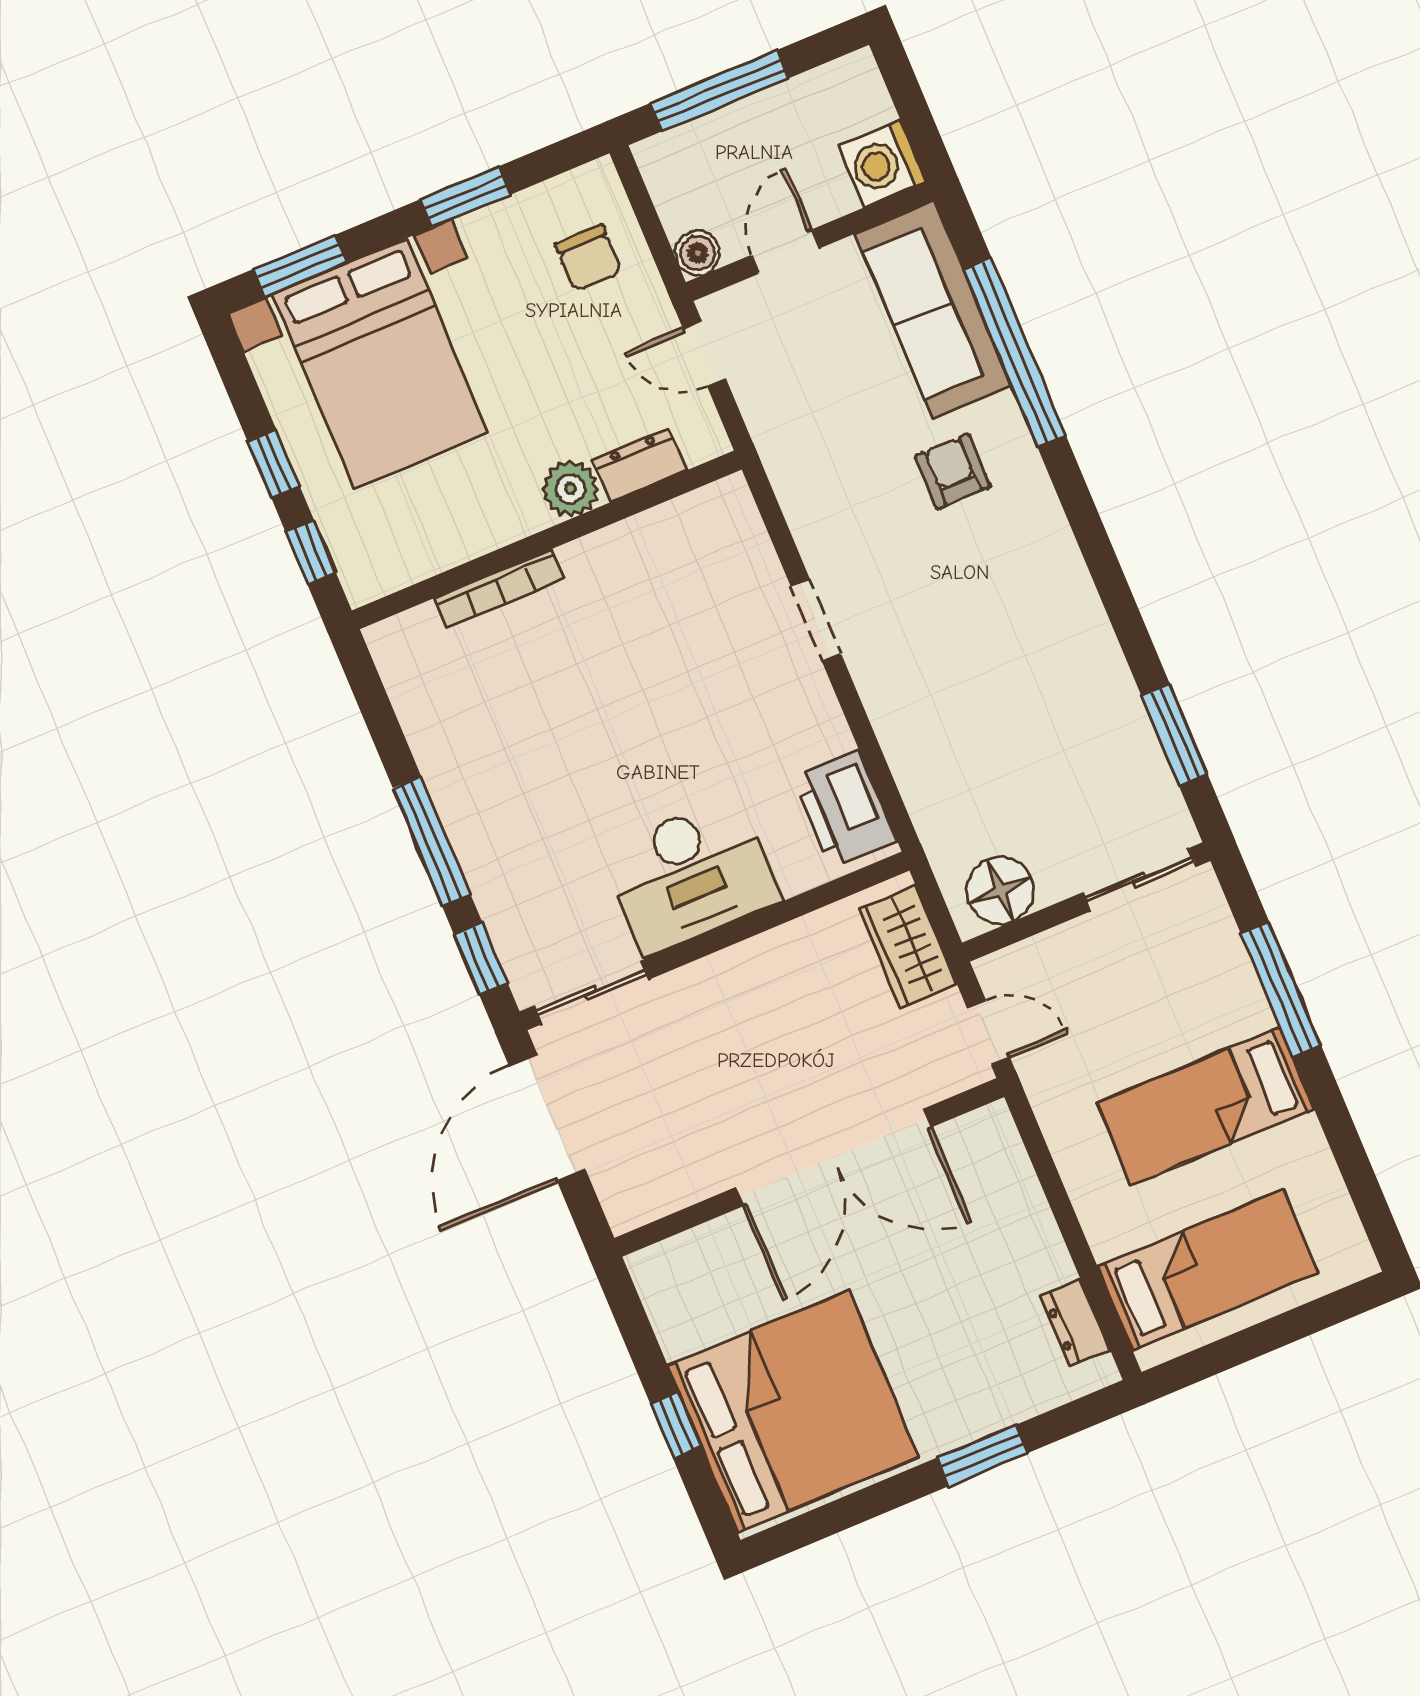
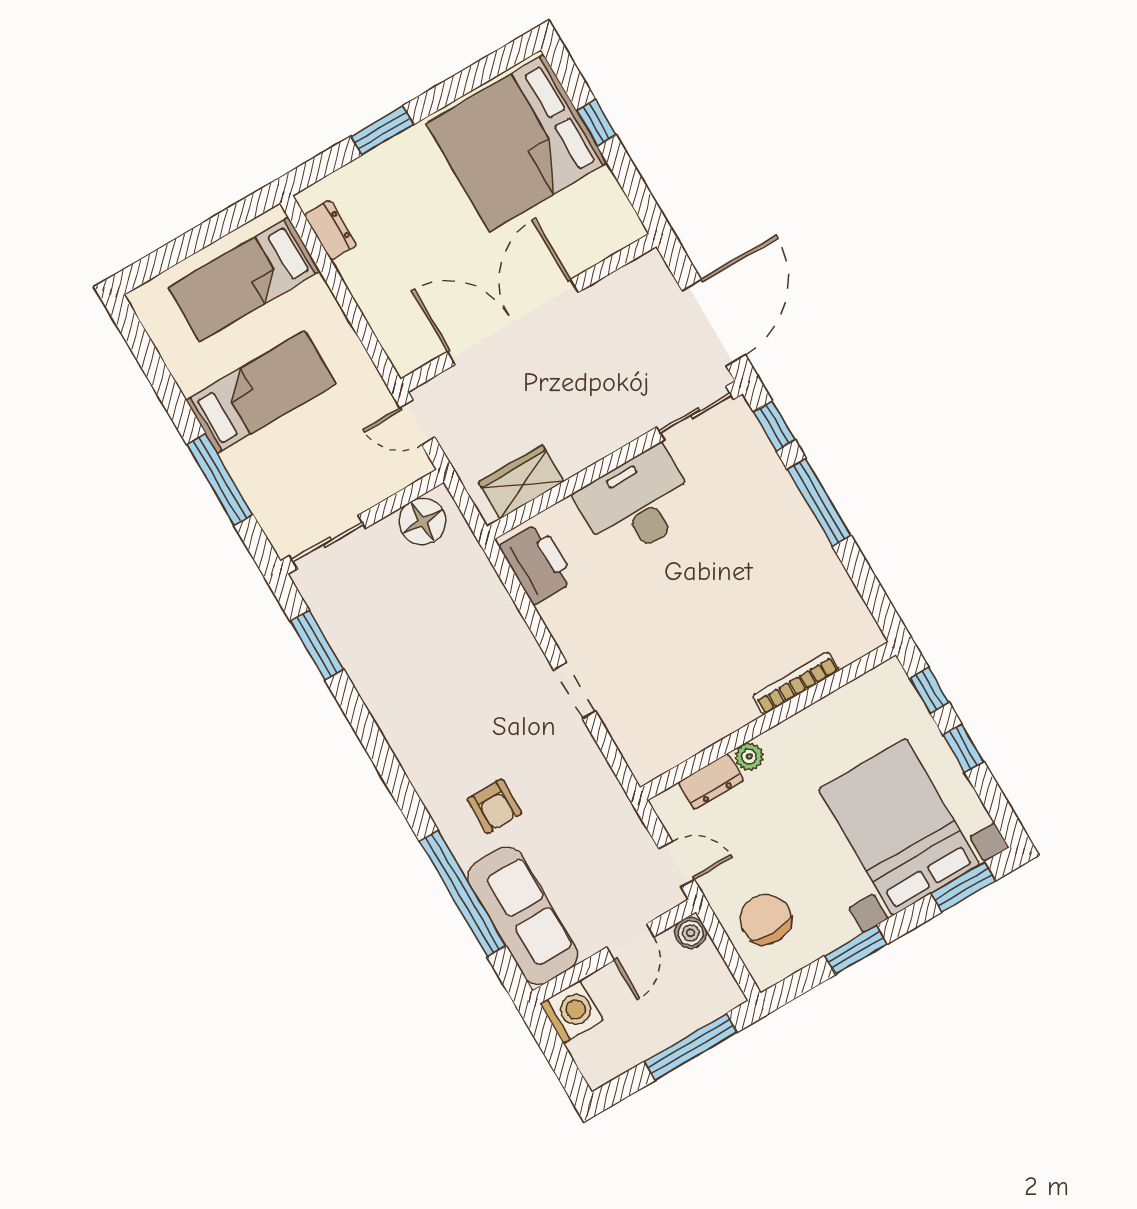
chair: (588, 258) -> (766, 919), width x1.37, depth x1.37
plant: (570, 489) -> (749, 756), width x0.73, depth x0.73
wardrobe: (908, 947) -> (521, 482), moved, turned -90

